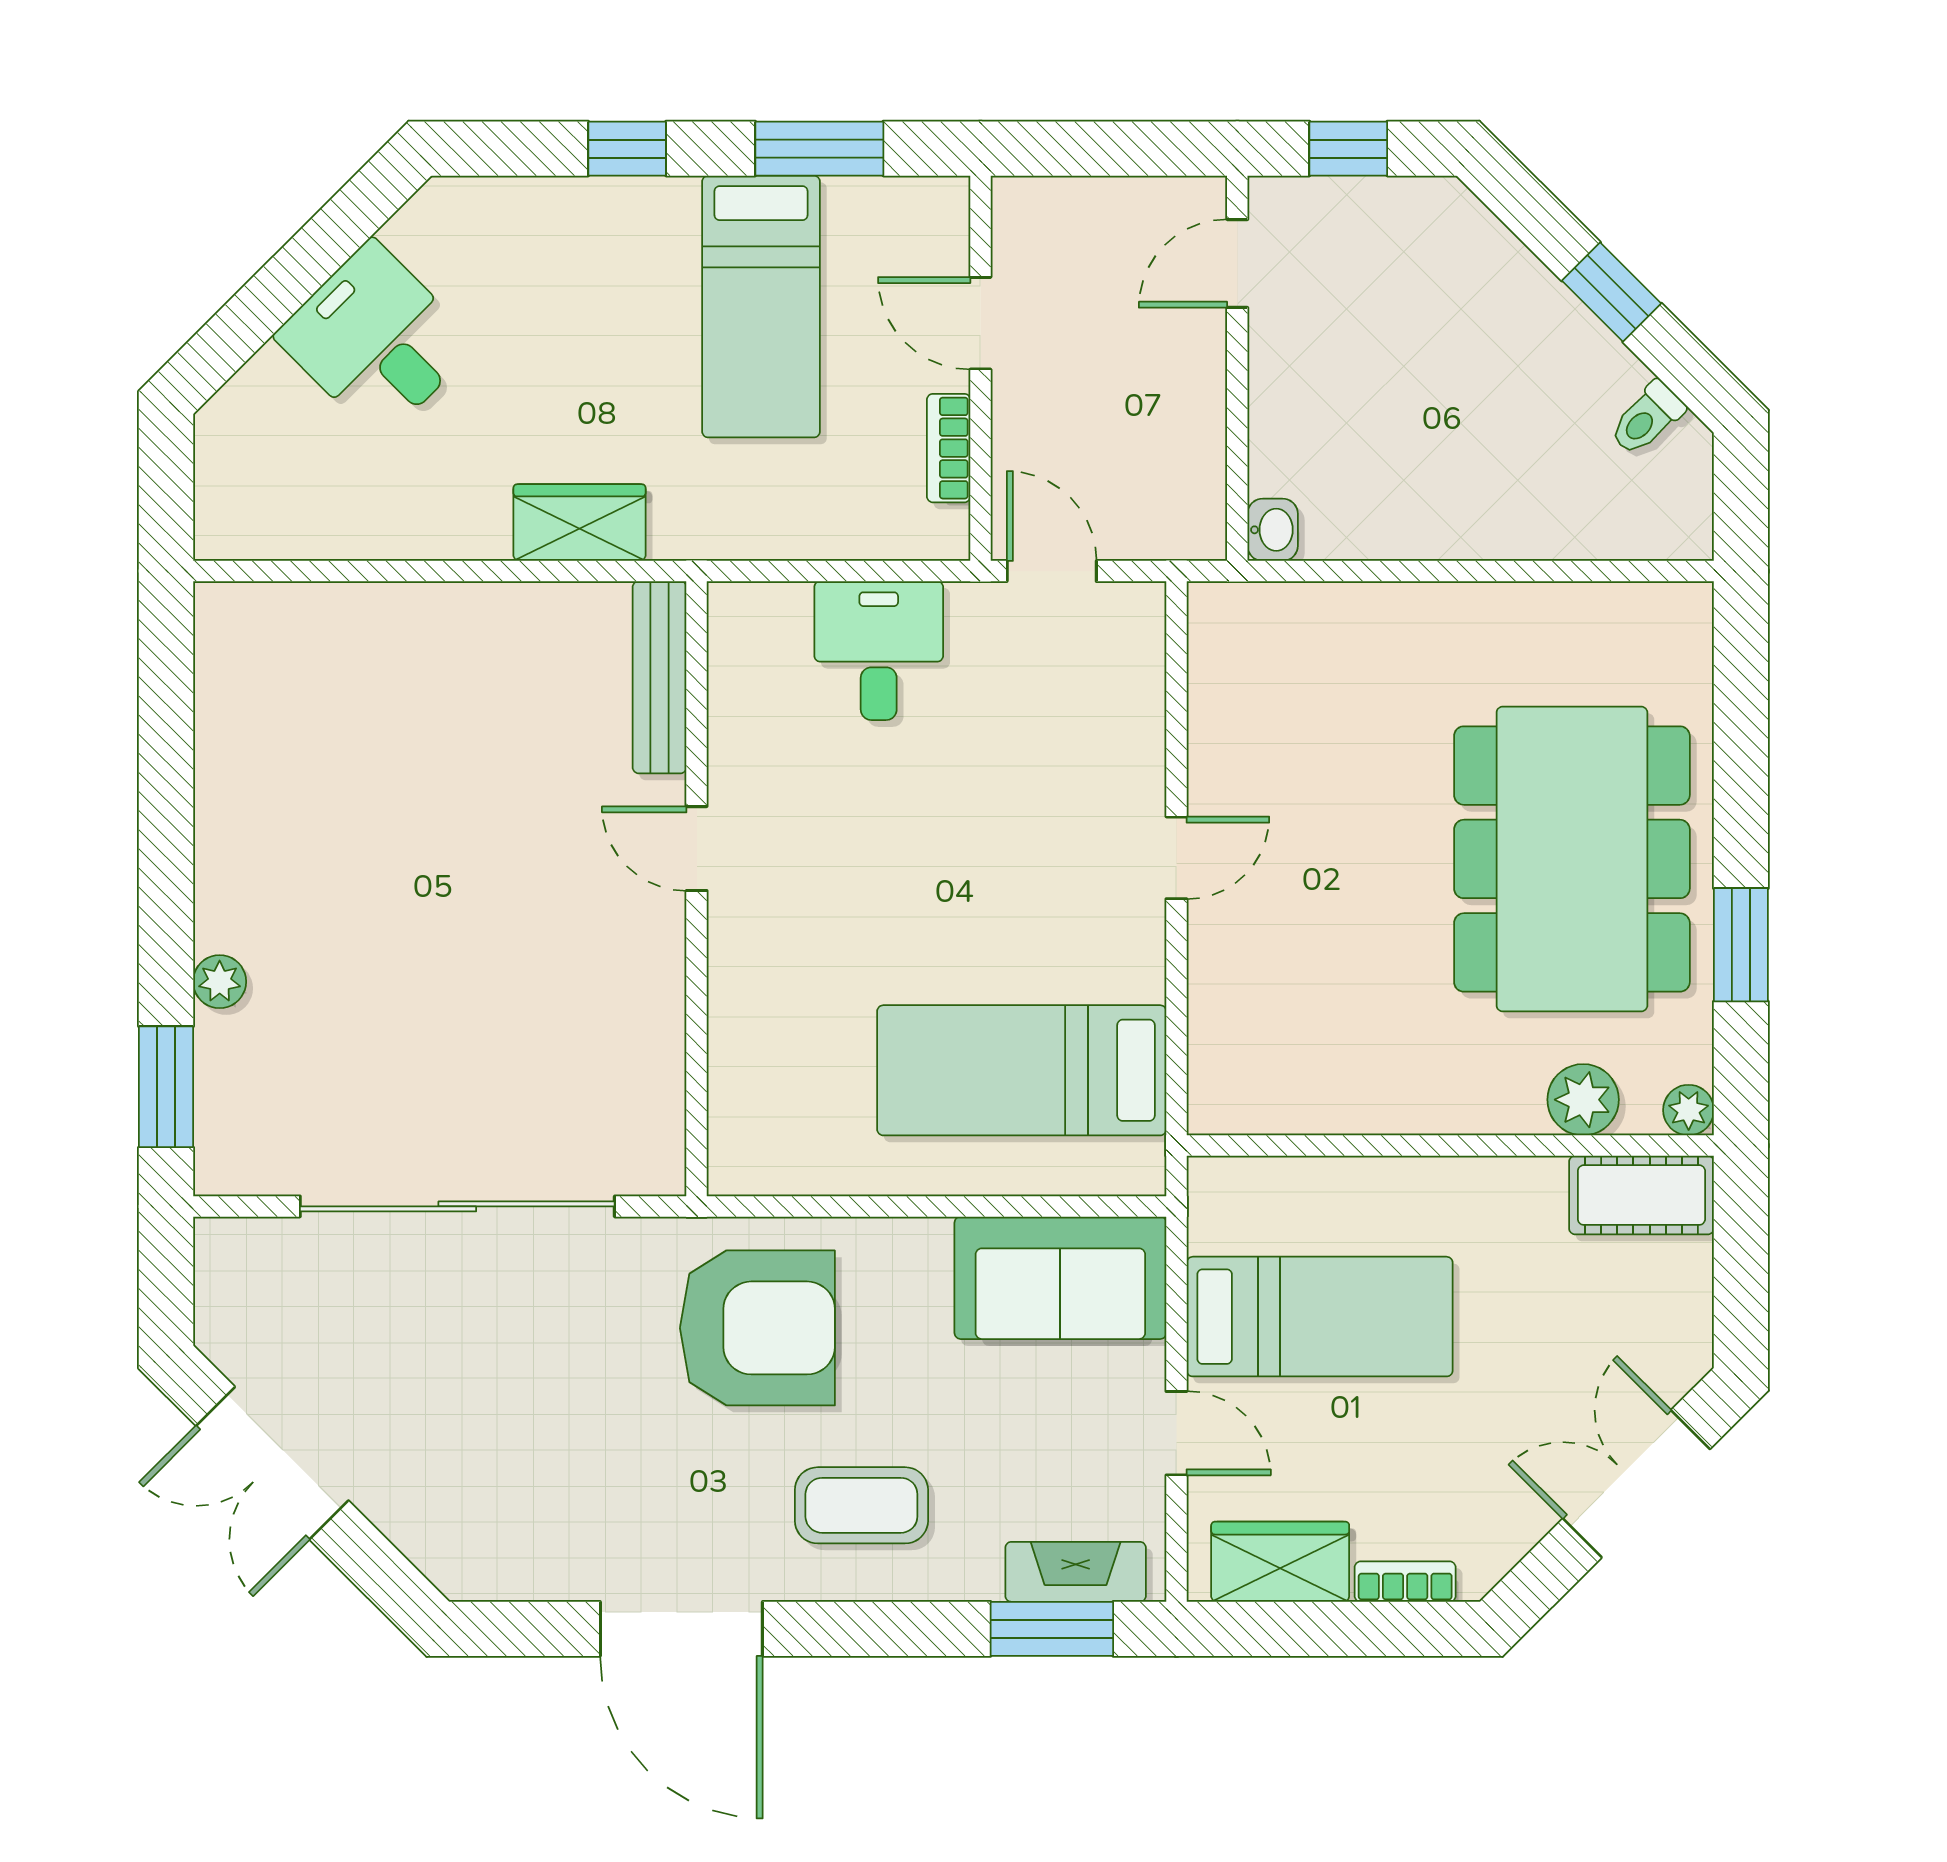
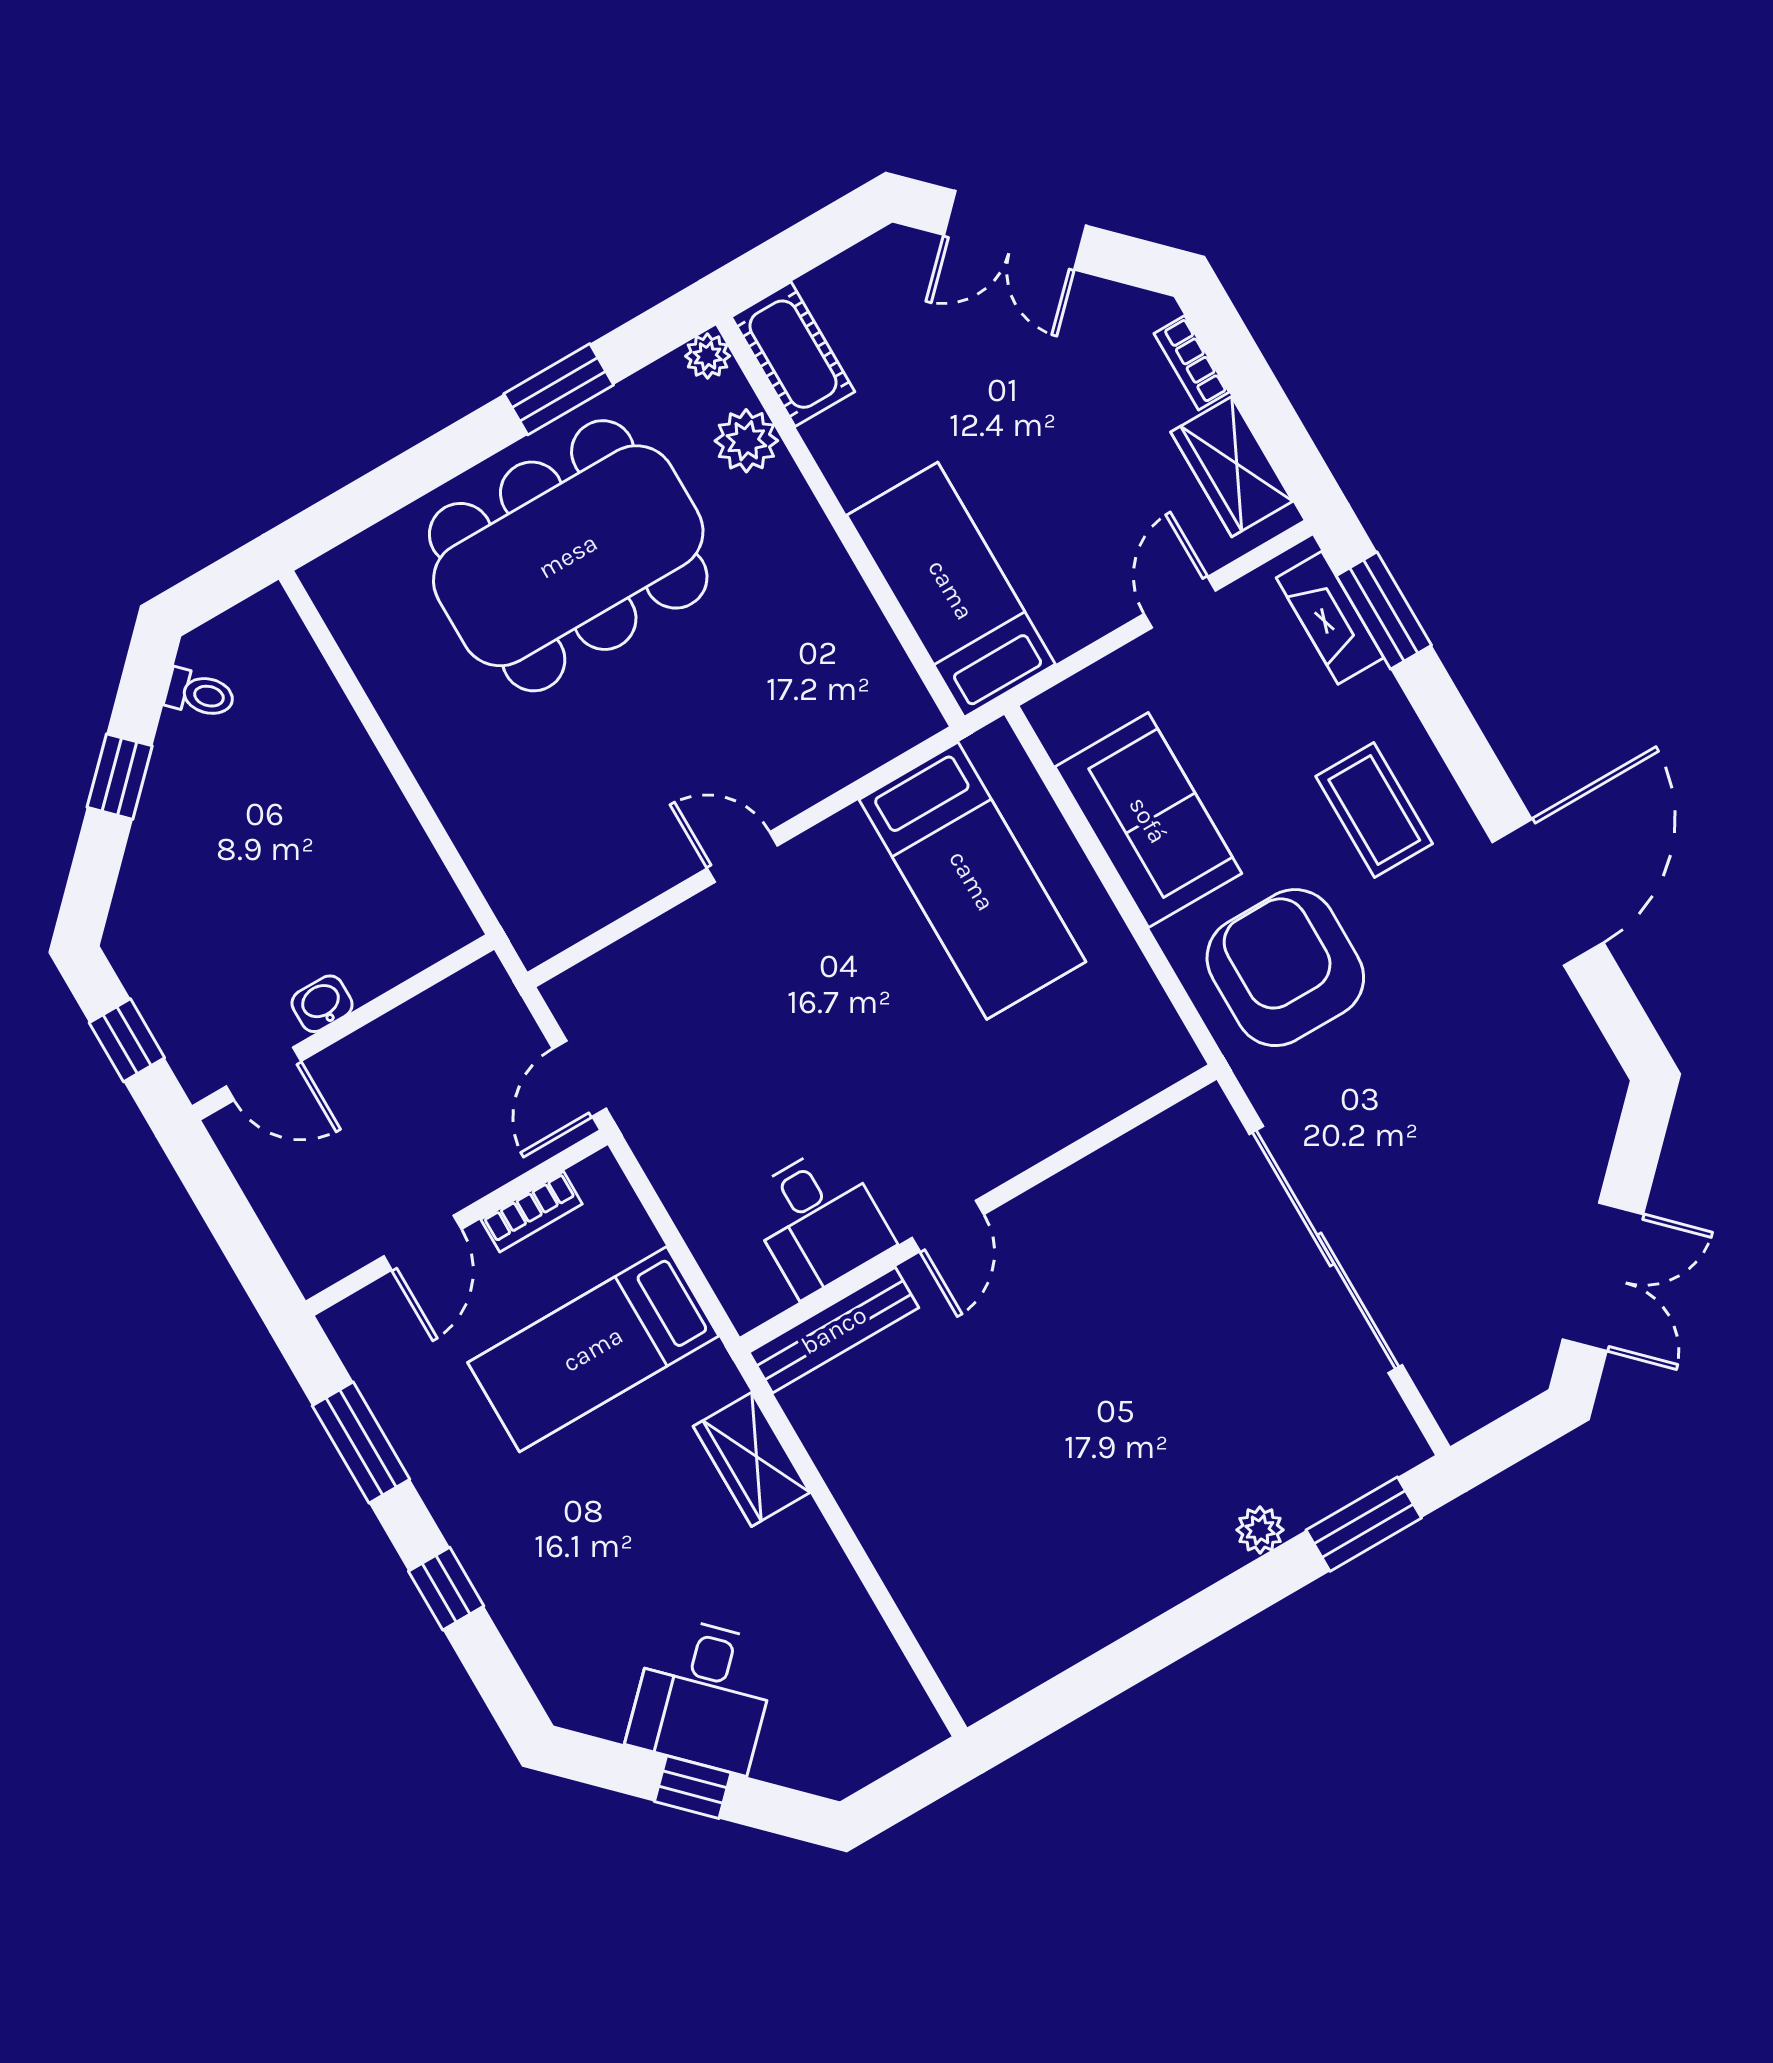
window: (291, 277) -> (693, 1787), added
bed: (761, 307) -> (593, 1349), moved, turned 180
washbasin: (1273, 530) -> (322, 1004), moved
desk: (879, 651) -> (818, 1220), moved, turned -90
sofa: (1060, 1278) -> (1148, 820), moved
bed: (1320, 1317) -> (951, 590), moved

